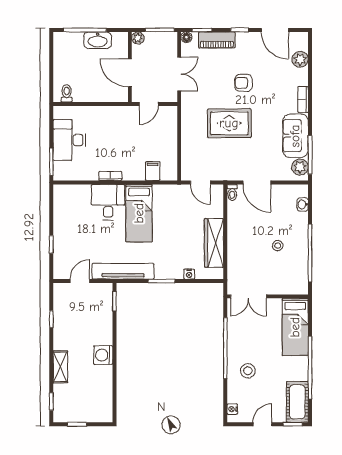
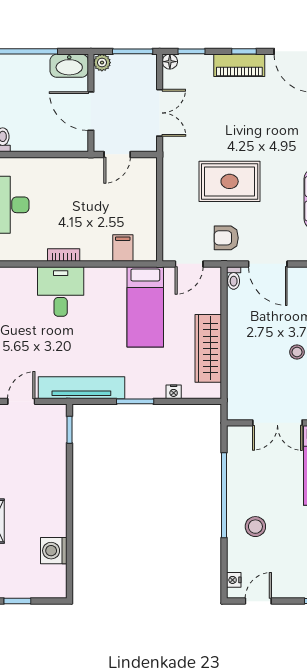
washbasin: (98, 40) -> (69, 66), moved
piano: (217, 40) -> (239, 65), moved
armchair: (243, 83) -> (226, 238), moved
door: (200, 182) -> (189, 264), hinge flipped
bed: (139, 213) -> (145, 307), moved
double door: (248, 296) -> (277, 423), moved
washing machine: (103, 355) -> (54, 551), moved
door: (262, 424) -> (258, 601), moved

